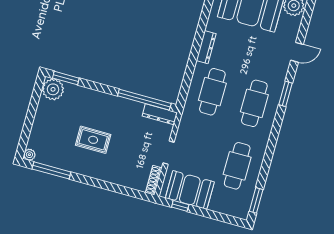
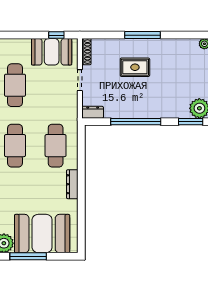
window: (144, 100) -> (136, 122), moved
dresser: (160, 114) -> (93, 112), width x0.70
rug: (93, 140) -> (135, 67), moved
window: (51, 170) -> (142, 35), moved

